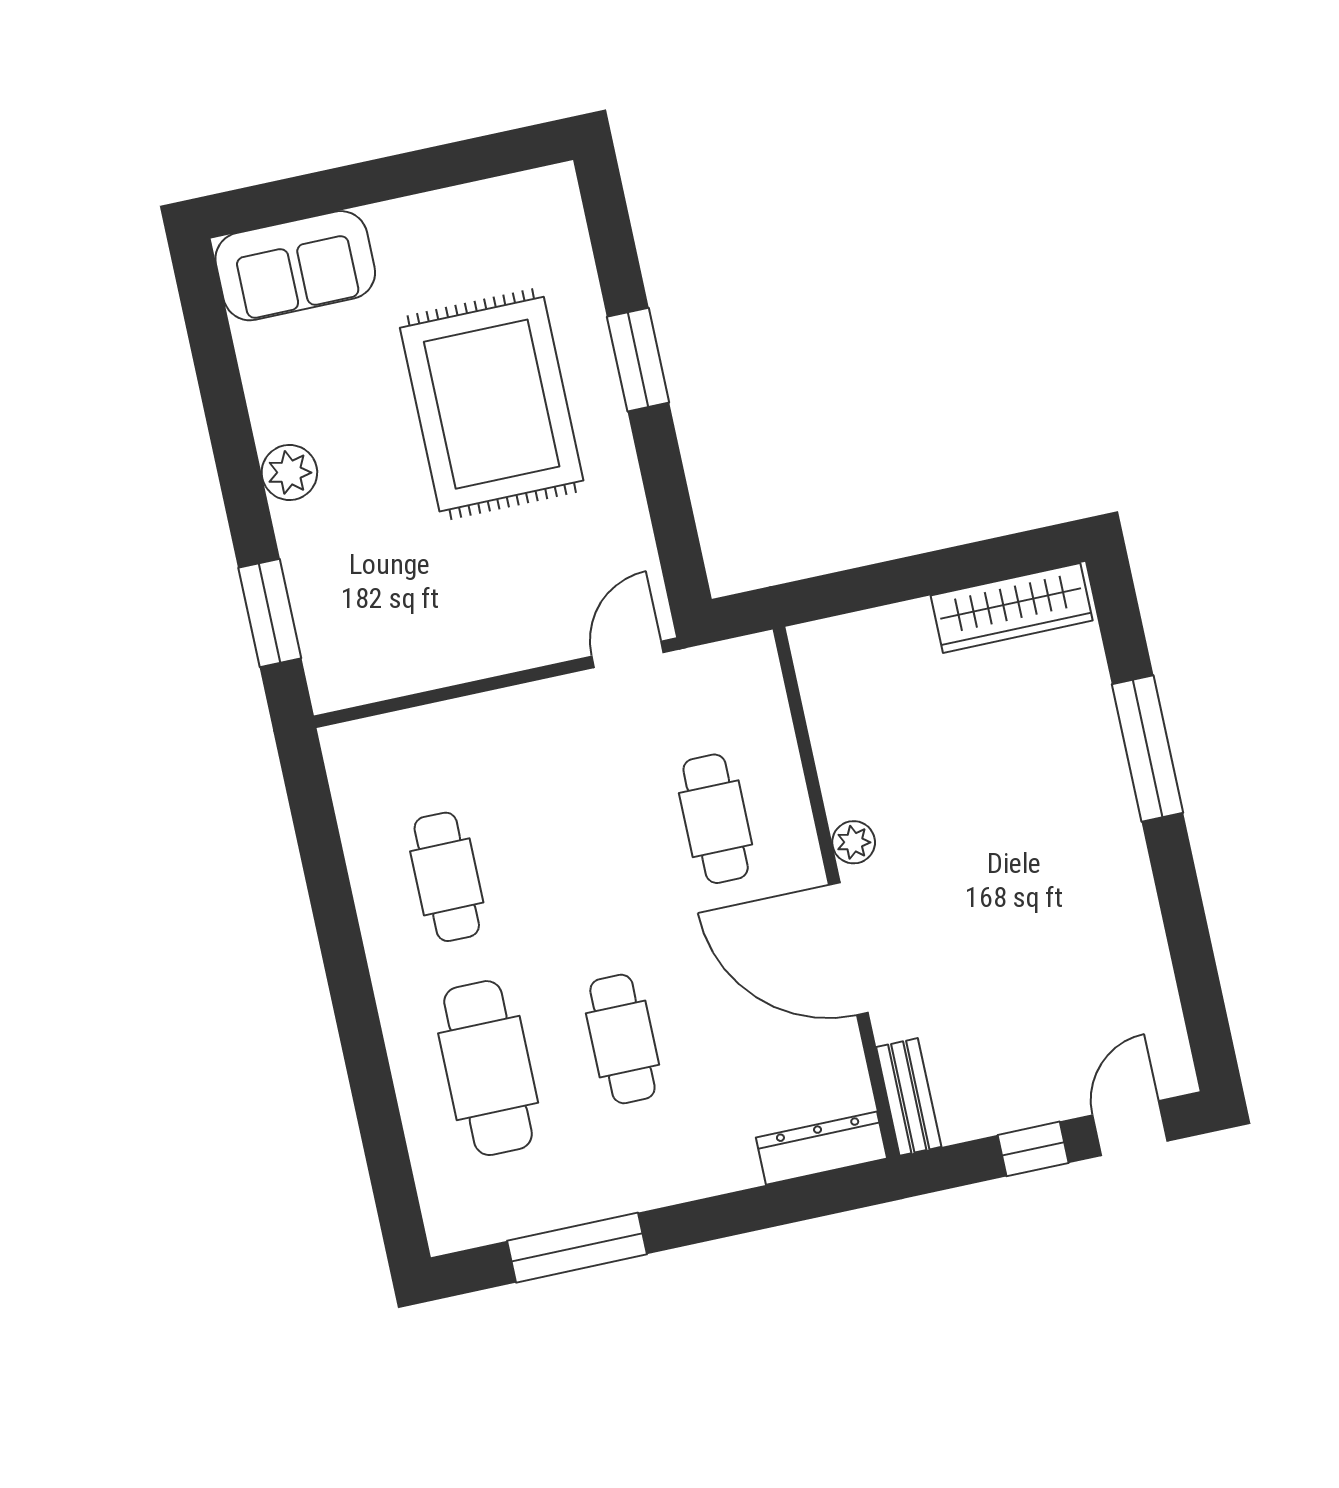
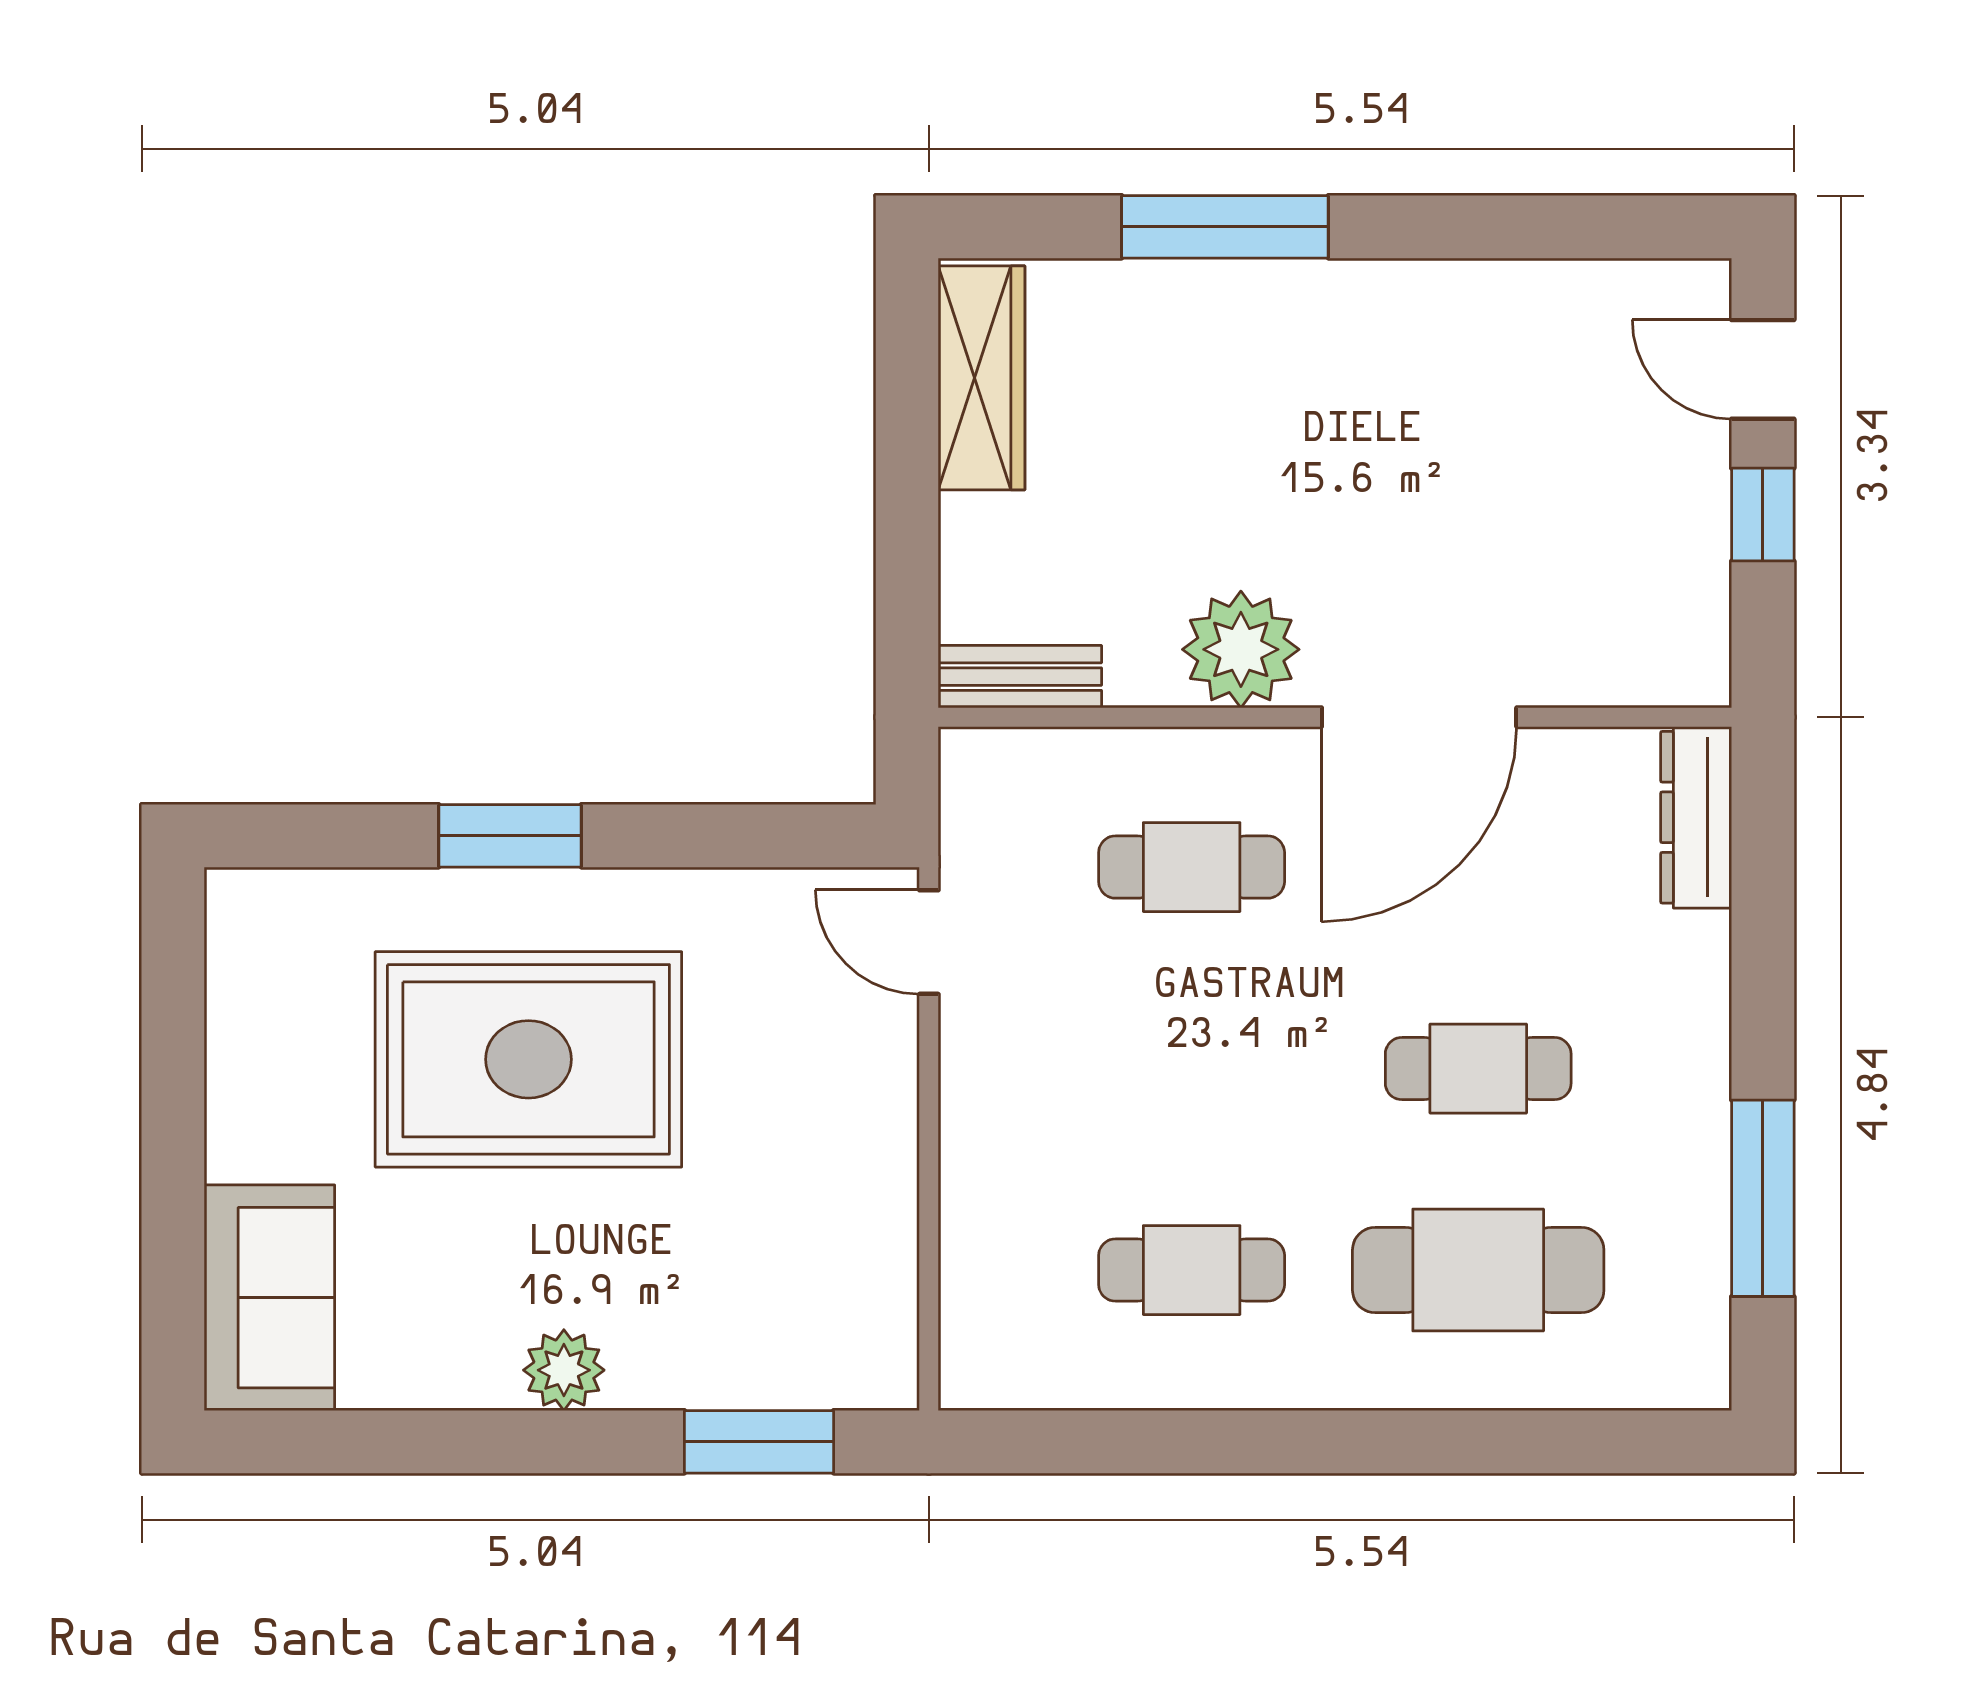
plant: (854, 842) -> (1241, 649), width x1.88, depth x1.88
bench: (909, 1097) -> (1020, 677), moved

